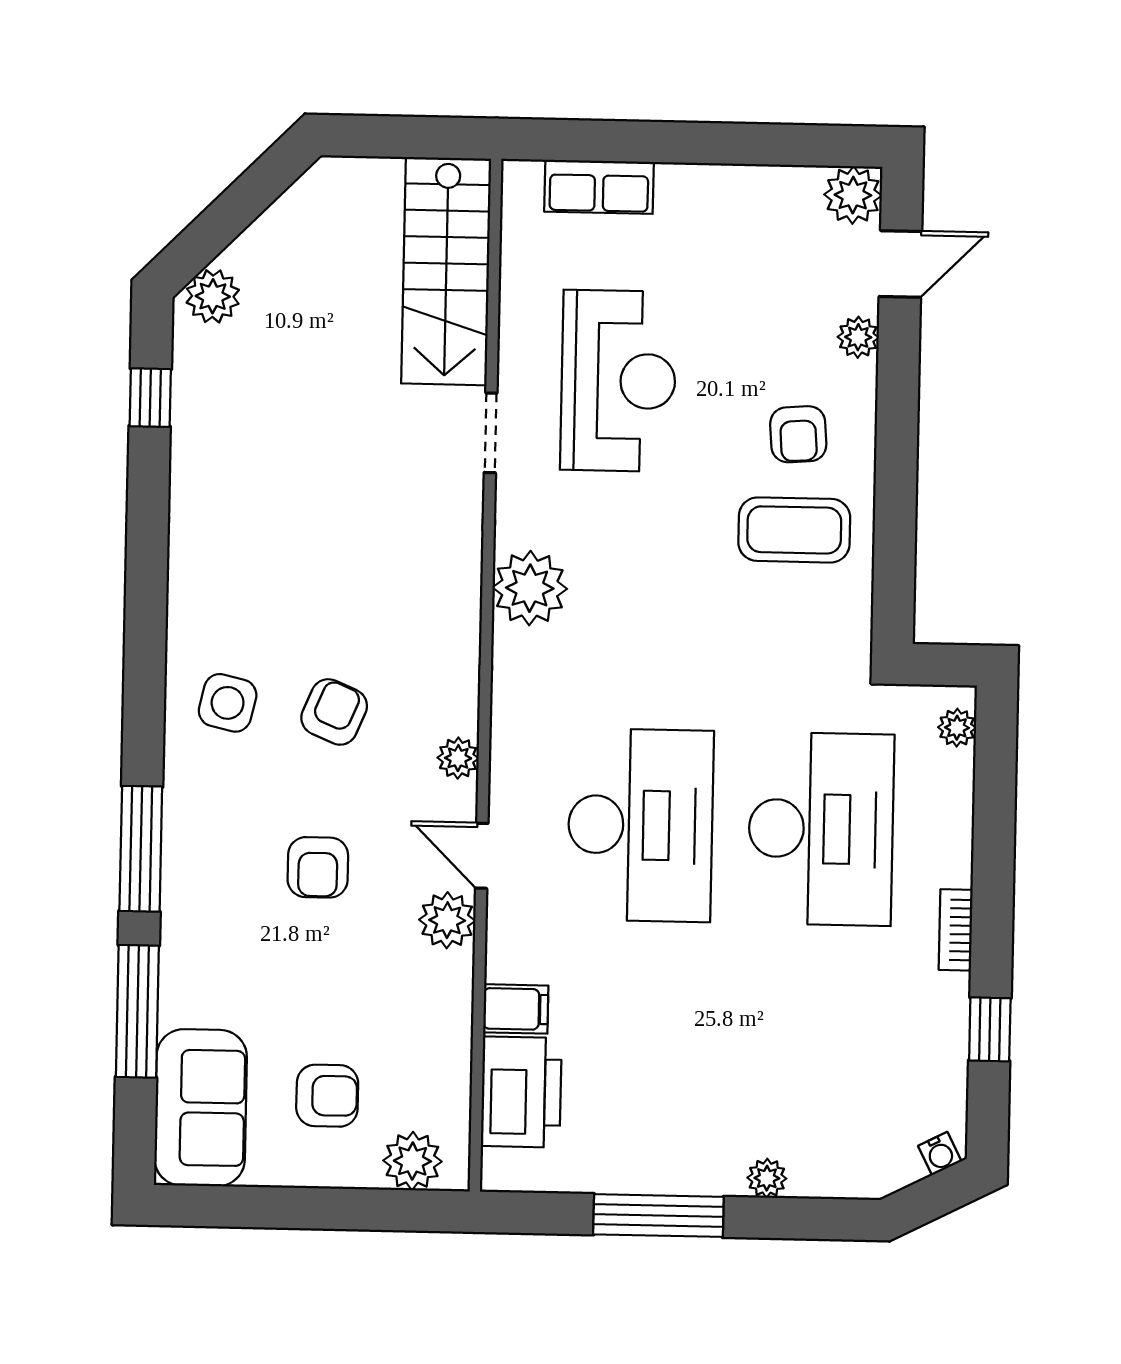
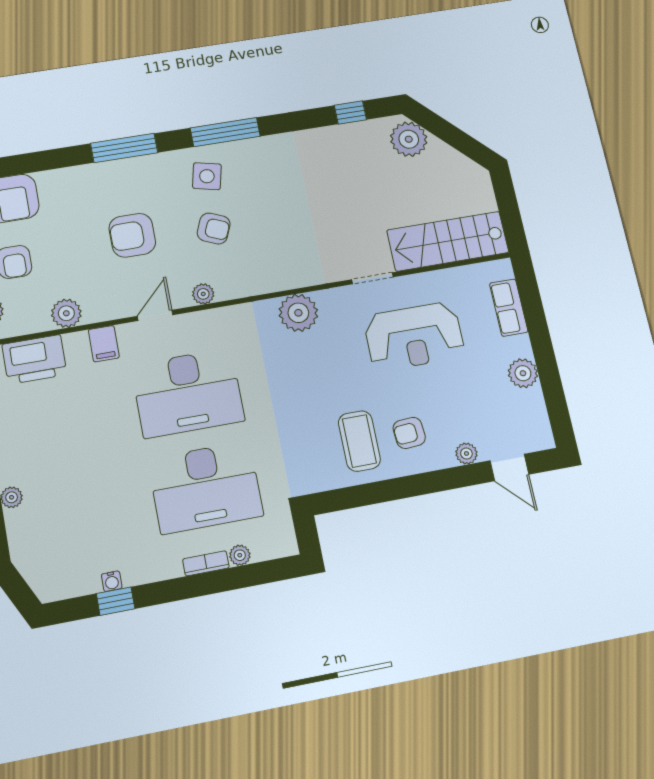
plant: (853, 195) -> (523, 373), moved
plant: (213, 296) -> (409, 139), width x1.36, depth x1.36
plant: (957, 728) -> (240, 555), moved
armchair: (318, 867) -> (132, 235), width x1.38, depth x1.38
plant: (447, 920) -> (66, 313), moved
bookcase: (956, 930) -> (206, 563), moved
filing cabinet: (516, 1009) -> (104, 344), moved
window: (137, 1011) -> (225, 132), moved
water cooler: (940, 1154) -> (112, 581), moved, turned -63

